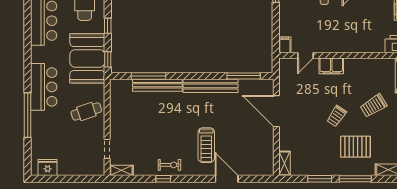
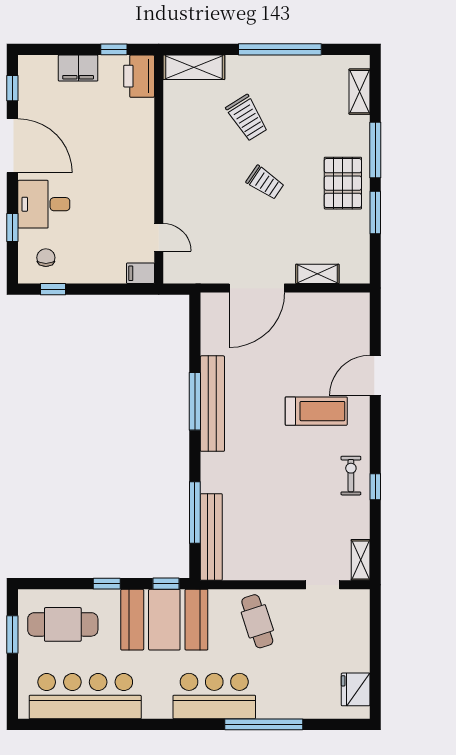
filing cabinet: (331, 66) -> (177, 192), removed
window: (244, 76) -> (195, 401), moved
bench: (157, 85) -> (211, 537), moved
pallet: (355, 147) -> (343, 183), moved
shelving: (284, 163) -> (317, 274), moved

